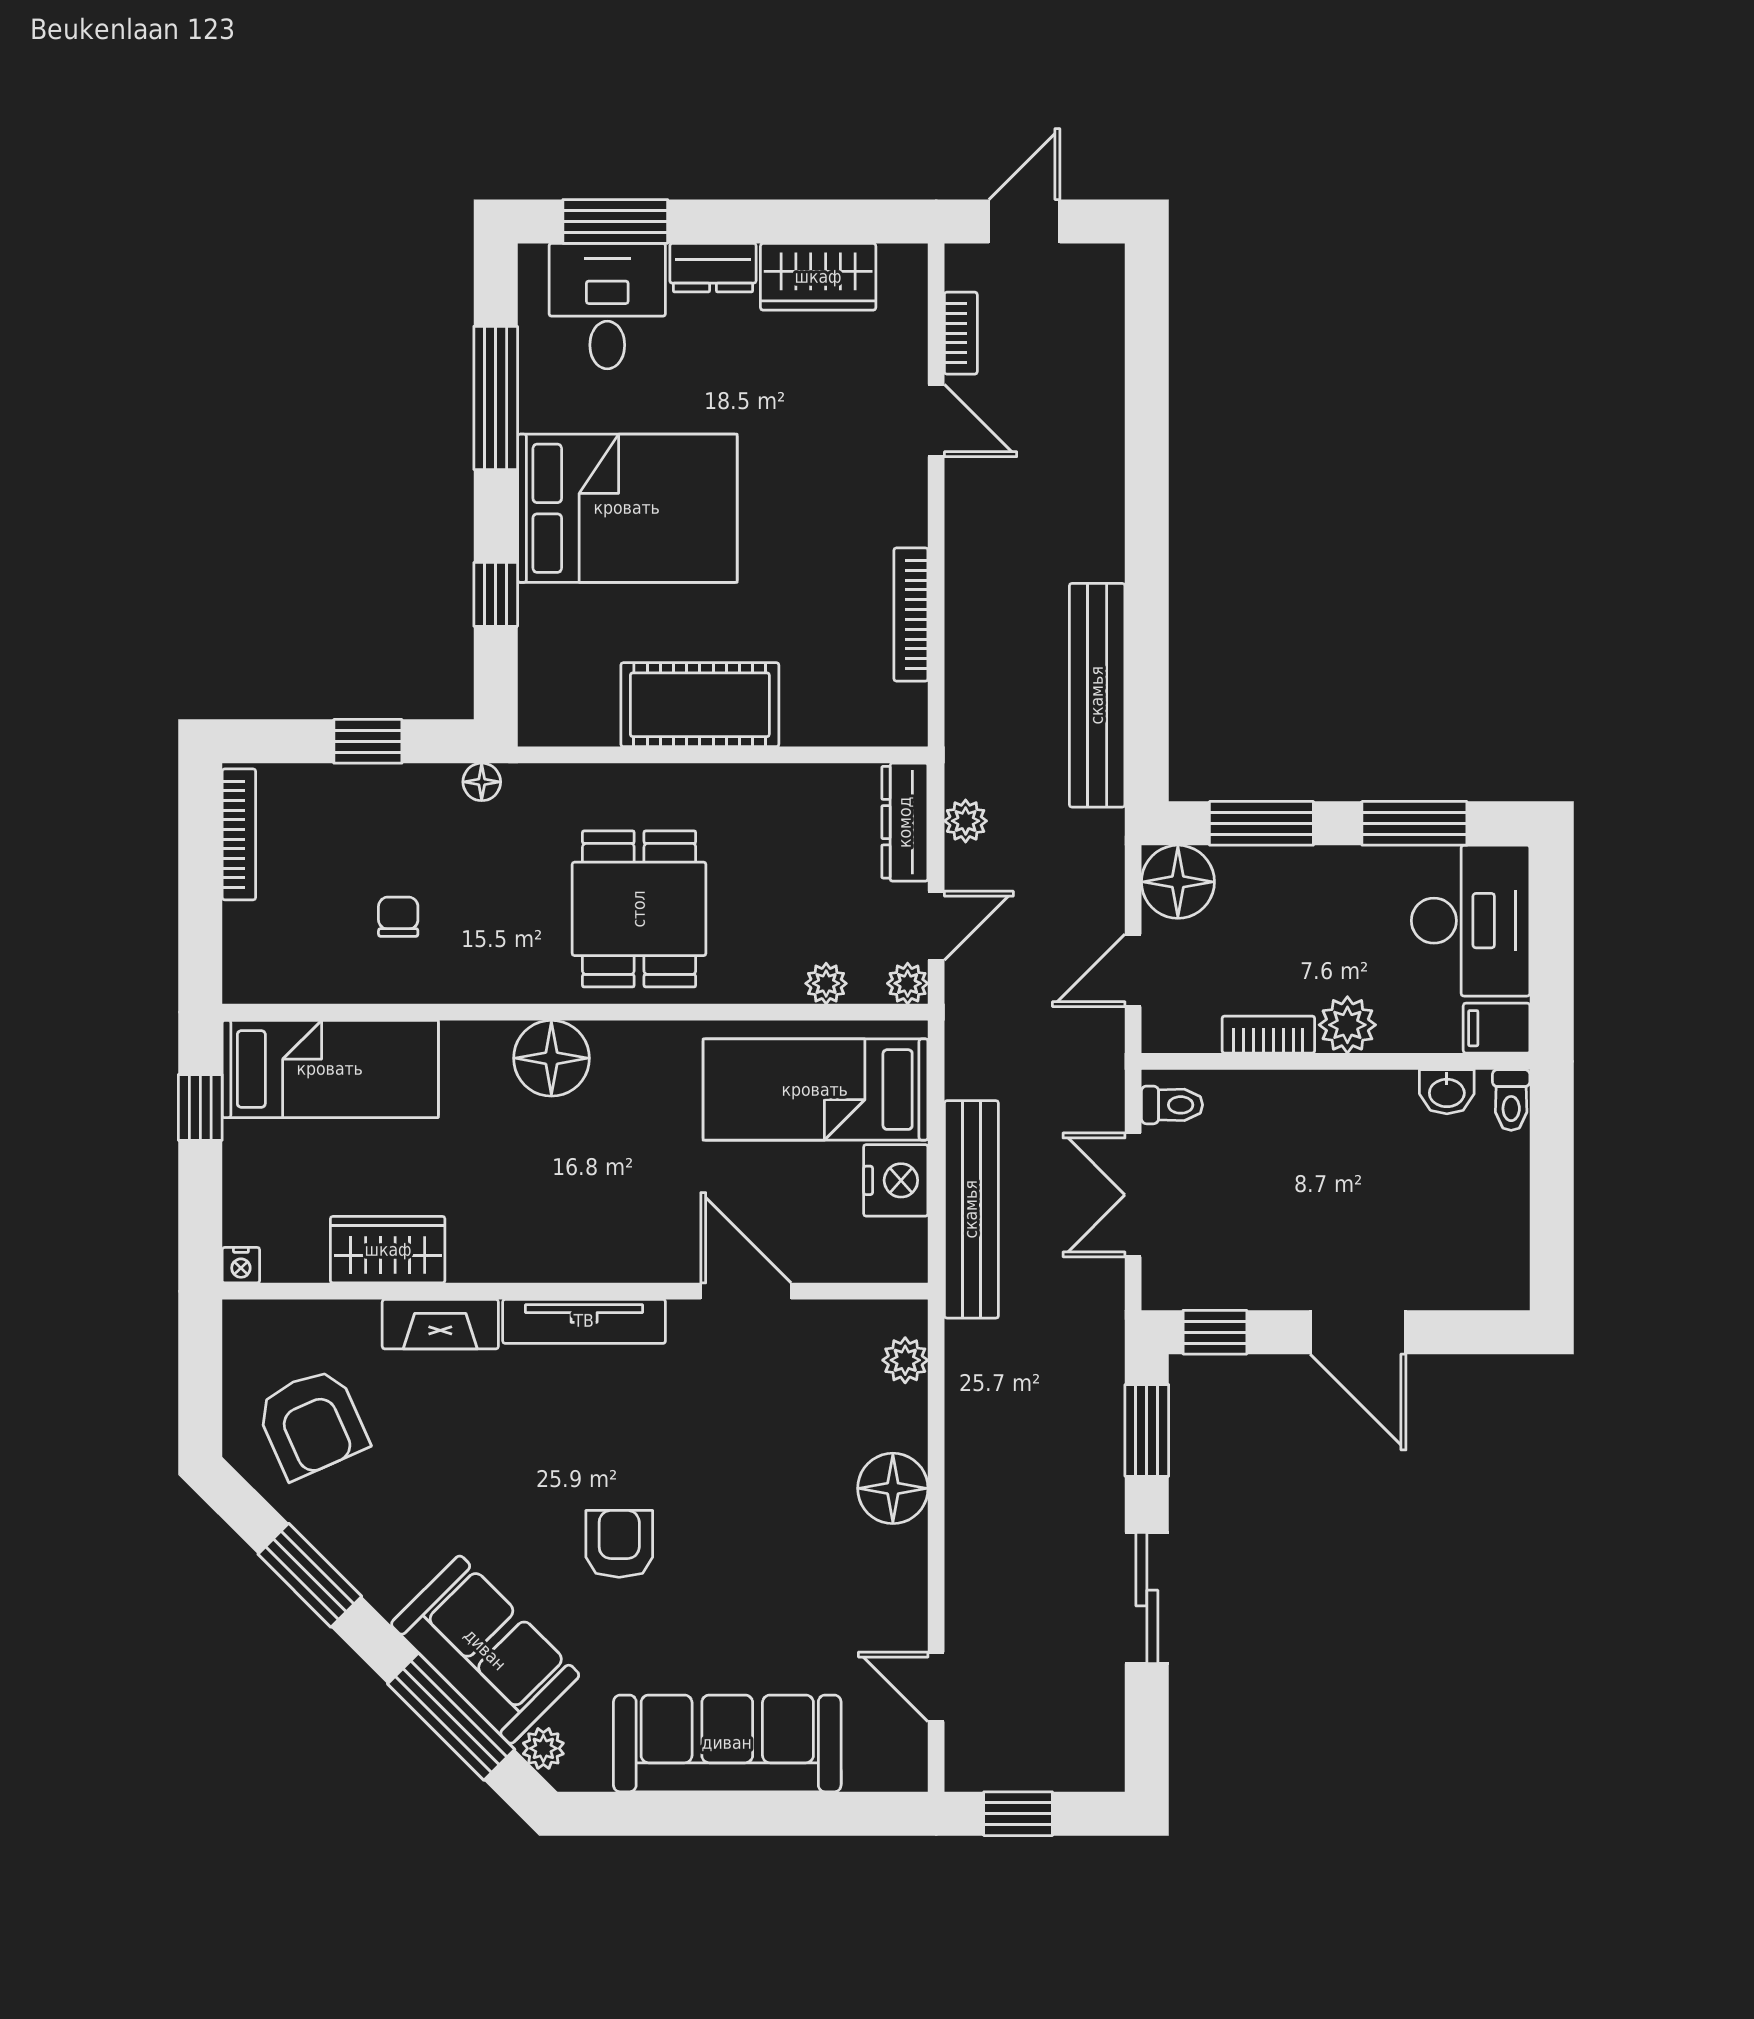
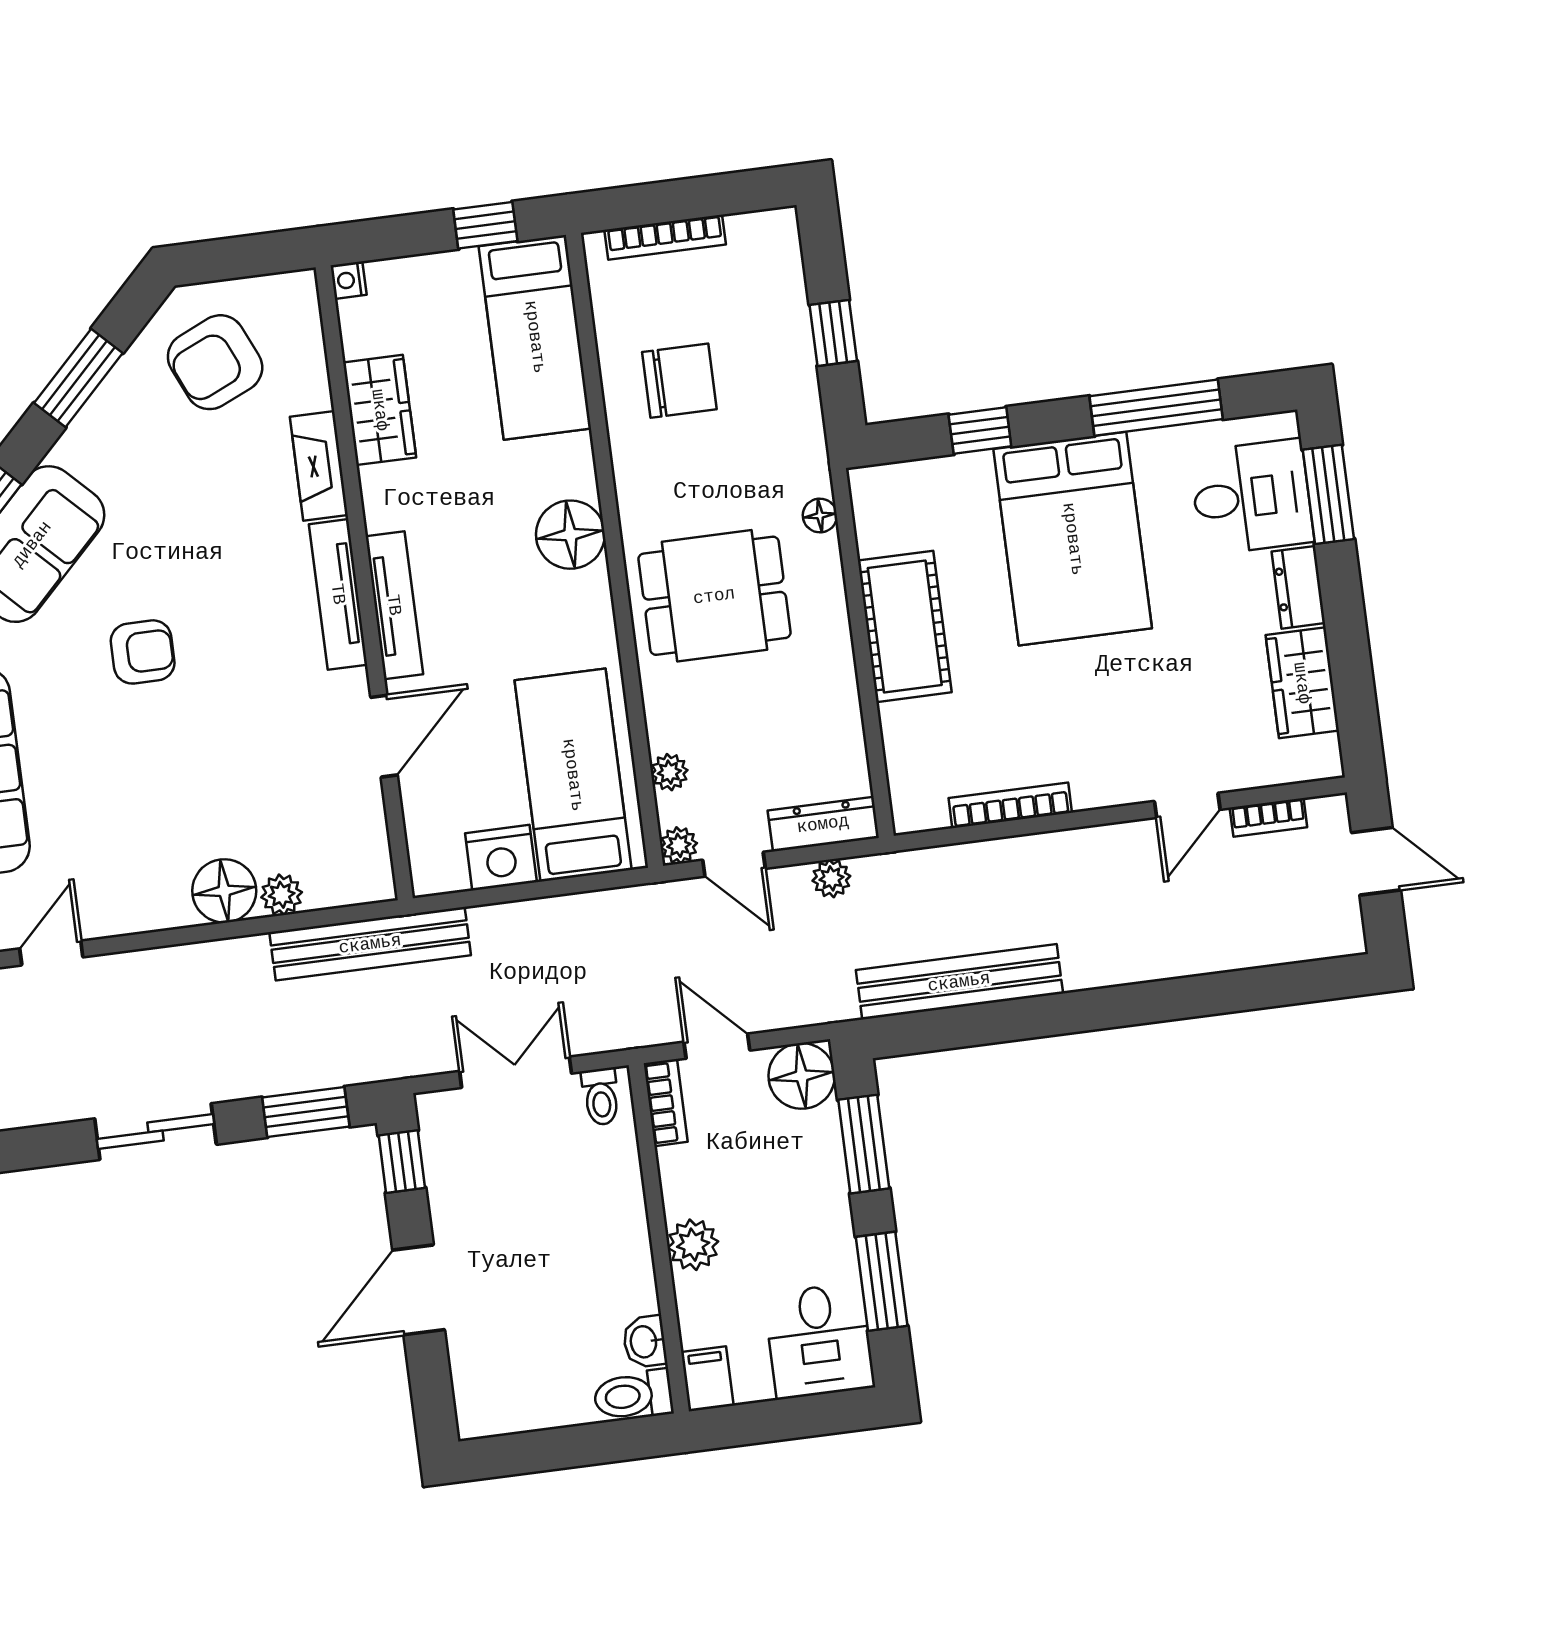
floor lamp: (482, 782) -> (820, 516), moved
bookcase: (239, 834) -> (665, 237), moved
chair: (398, 917) -> (679, 381), width x1.87, depth x1.87
desk: (1471, 921) -> (819, 1341), width x0.73
bookcase: (1268, 1035) -> (666, 1103), moved
toilet: (1511, 1100) -> (633, 1395), width x1.37, depth x1.39
bench: (971, 1209) -> (370, 944), moved
tv unit: (604, 1261) -> (394, 605), added
plant: (905, 1360) -> (282, 895), moved

